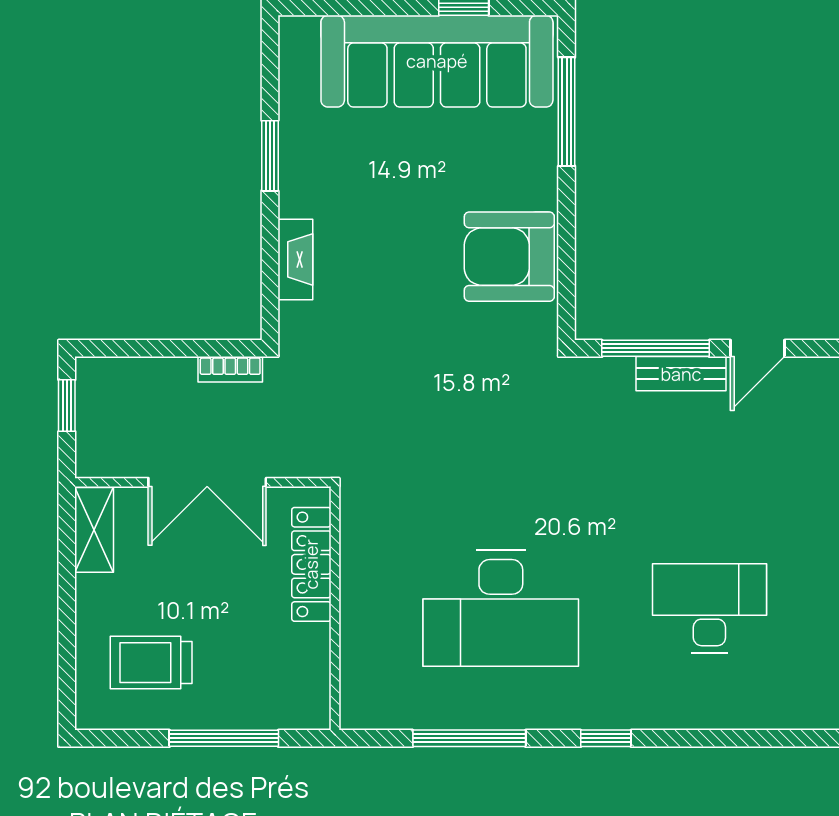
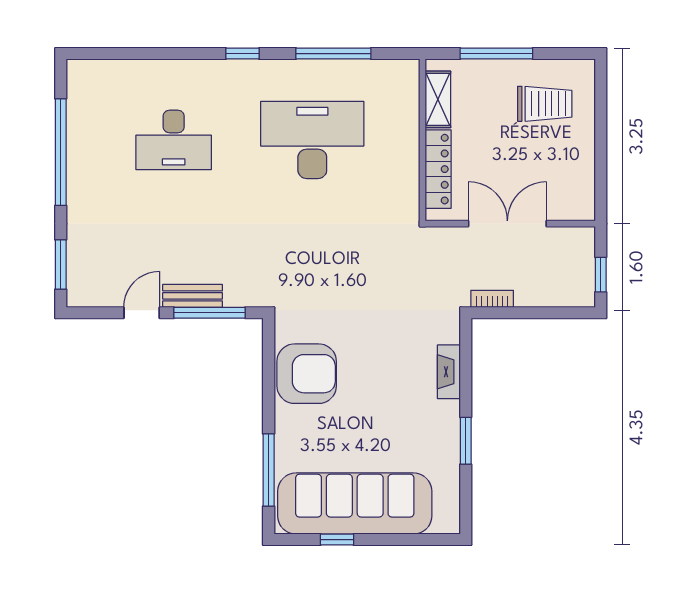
shelving: (94, 530) -> (438, 99), moved

